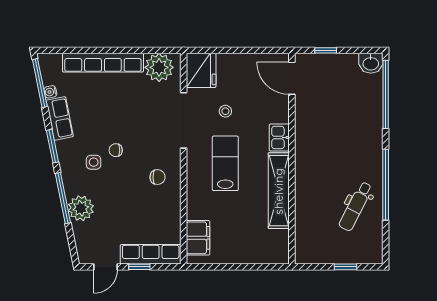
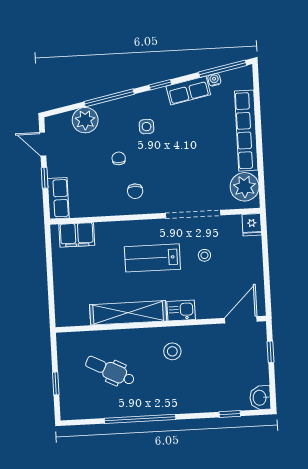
fridge: (201, 70) -> (252, 225), width x0.53, depth x0.75
window: (386, 94) -> (230, 414), width x0.32
window: (52, 146) -> (160, 85), width x0.67
stool: (320, 149) -> (172, 351), added
chair: (116, 150) -> (119, 158), moved
lab bench: (225, 163) -> (152, 258), turned 180
dental chair: (356, 206) -> (110, 371), moved
plant: (81, 208) -> (85, 120), moved
row of seats: (151, 254) -> (58, 198), width x0.68

